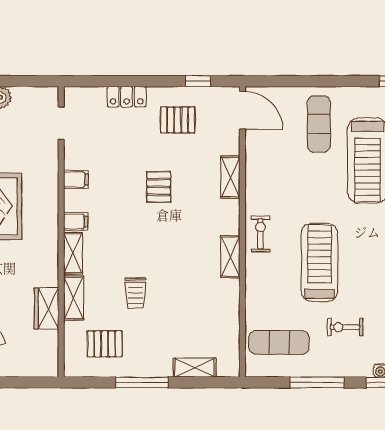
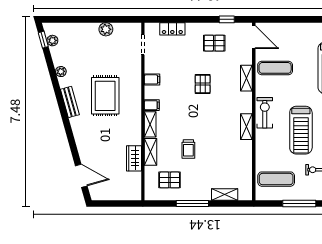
locker: (127, 97) -> (172, 29), moved
exercise mat: (319, 124) -> (275, 68), moved, turned 90
exercise bike: (260, 234) -> (265, 113), width x1.38, depth x1.39
treadmill: (319, 262) -> (301, 130), turned 180

